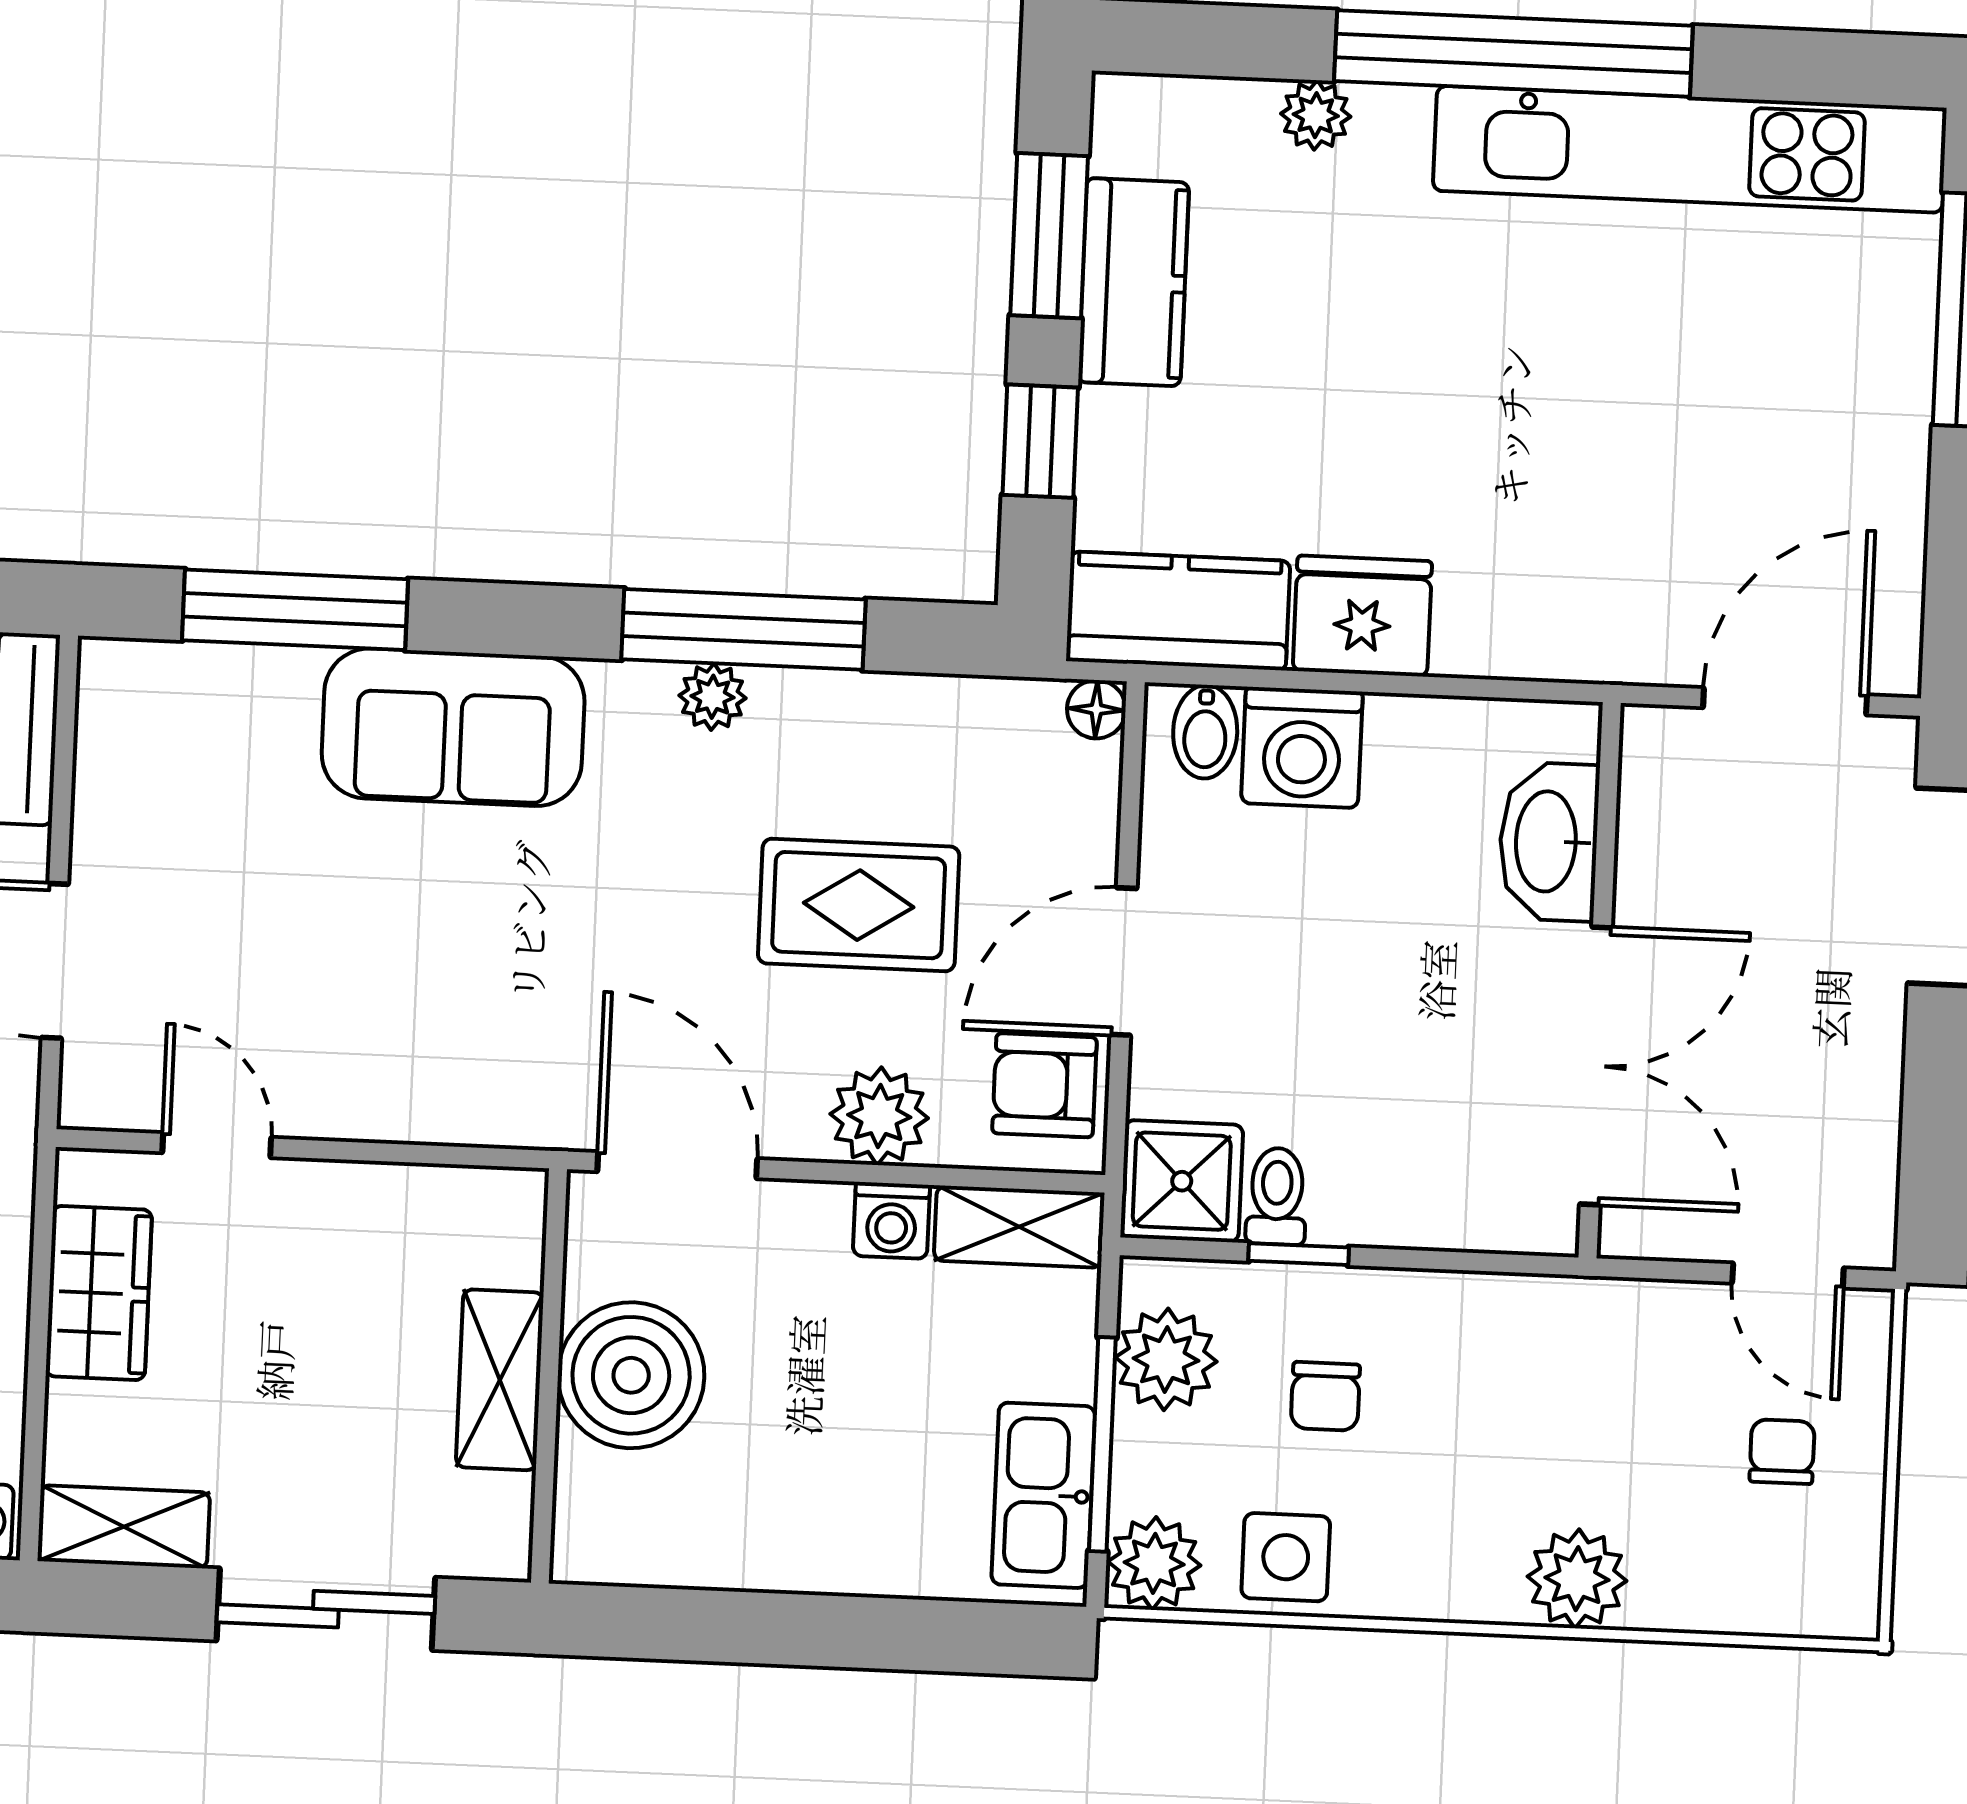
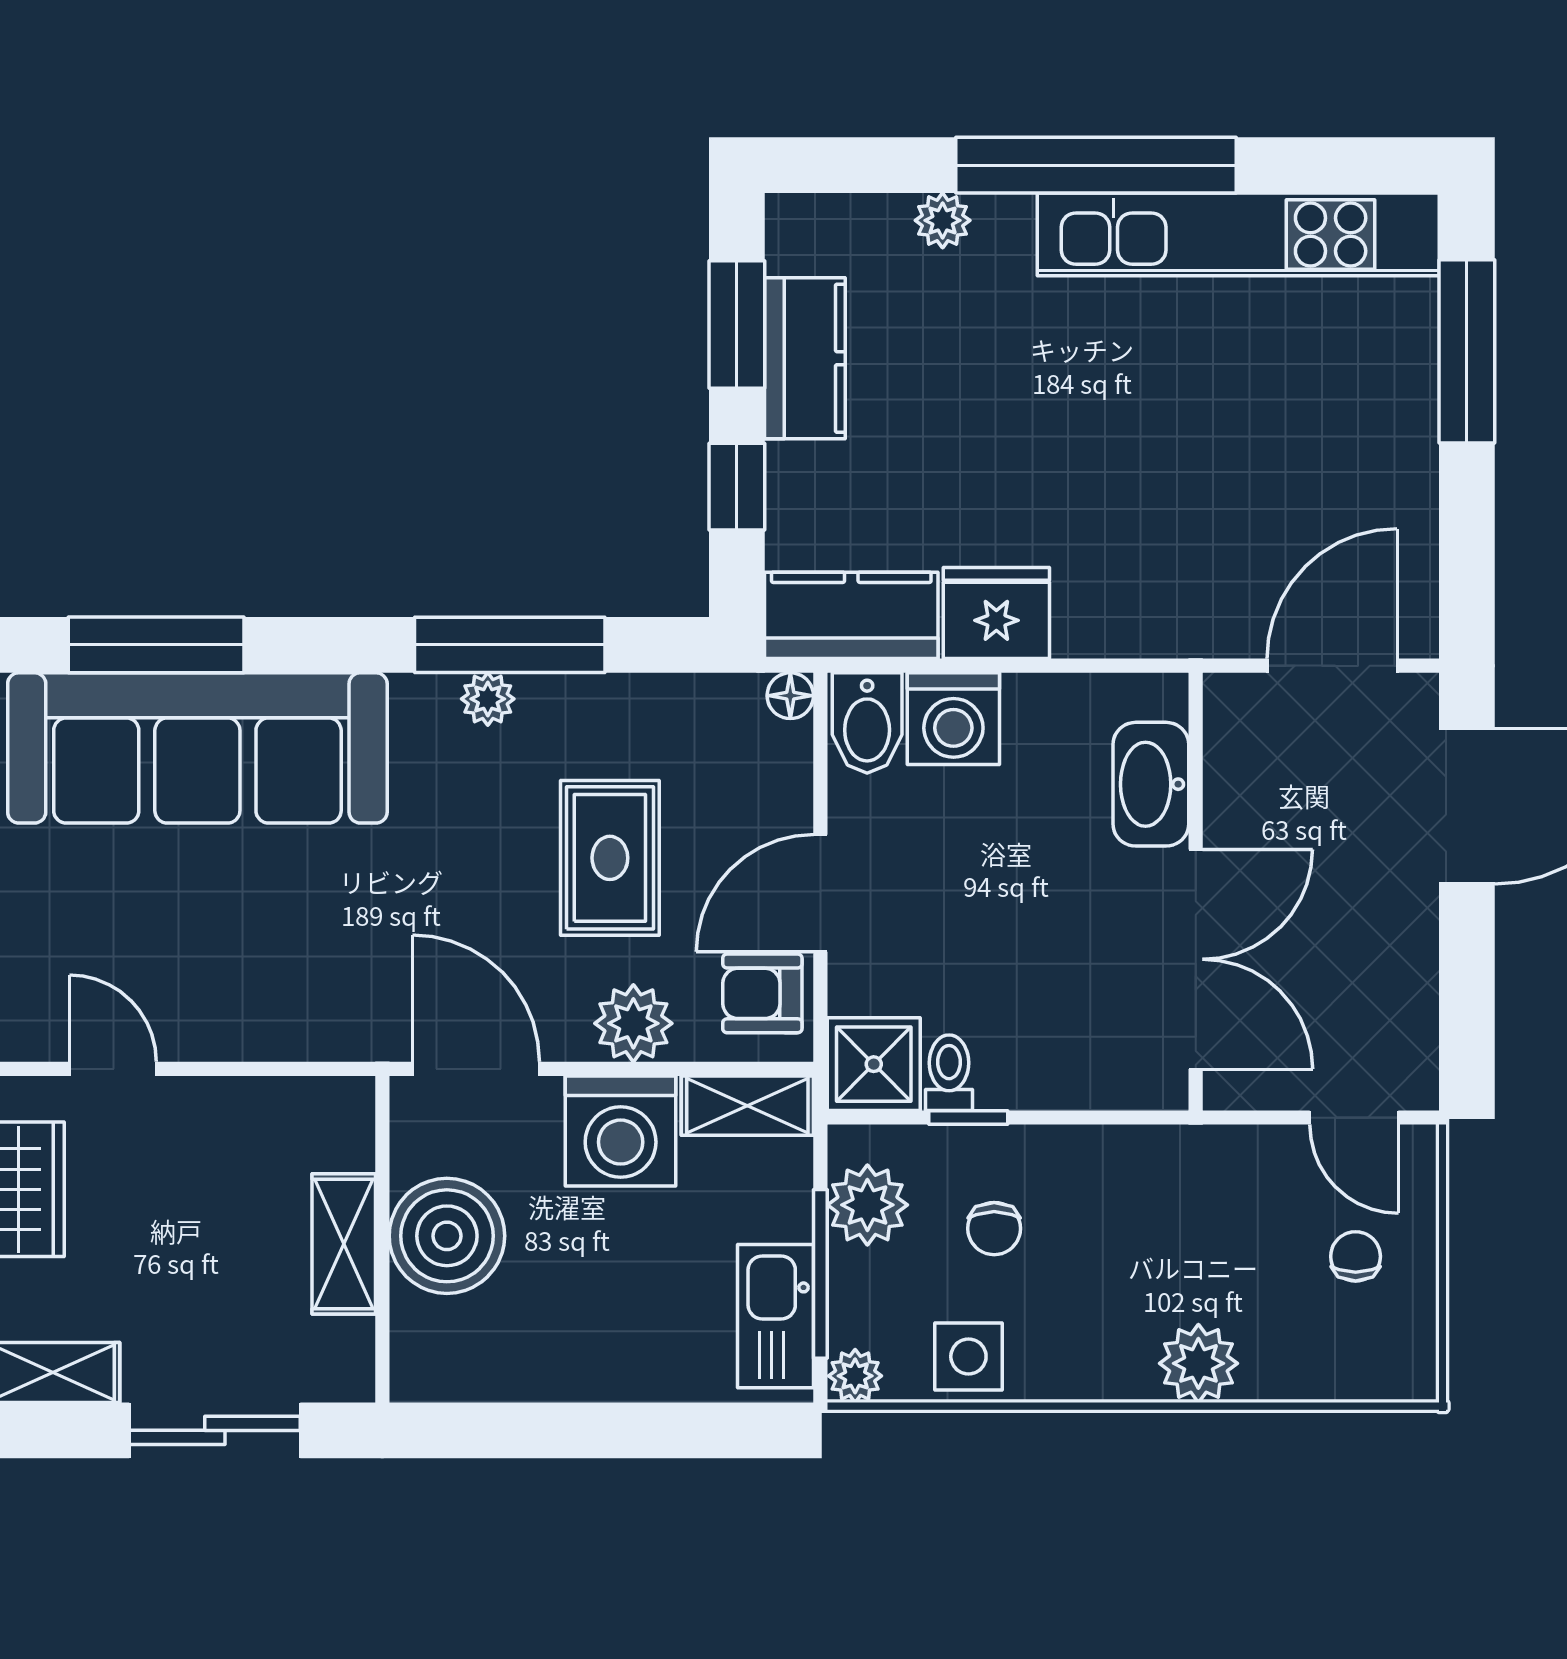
sofa: (453, 727) -> (197, 748), width x1.85, depth x1.27
bidet: (1205, 732) -> (867, 723), width x1.38, depth x1.36
rug: (859, 905) -> (610, 858), turned 90
washing machine: (891, 1220) -> (621, 1131), width x1.89, depth x1.89
plant: (1154, 1563) -> (855, 1376), width x0.73, depth x0.73

